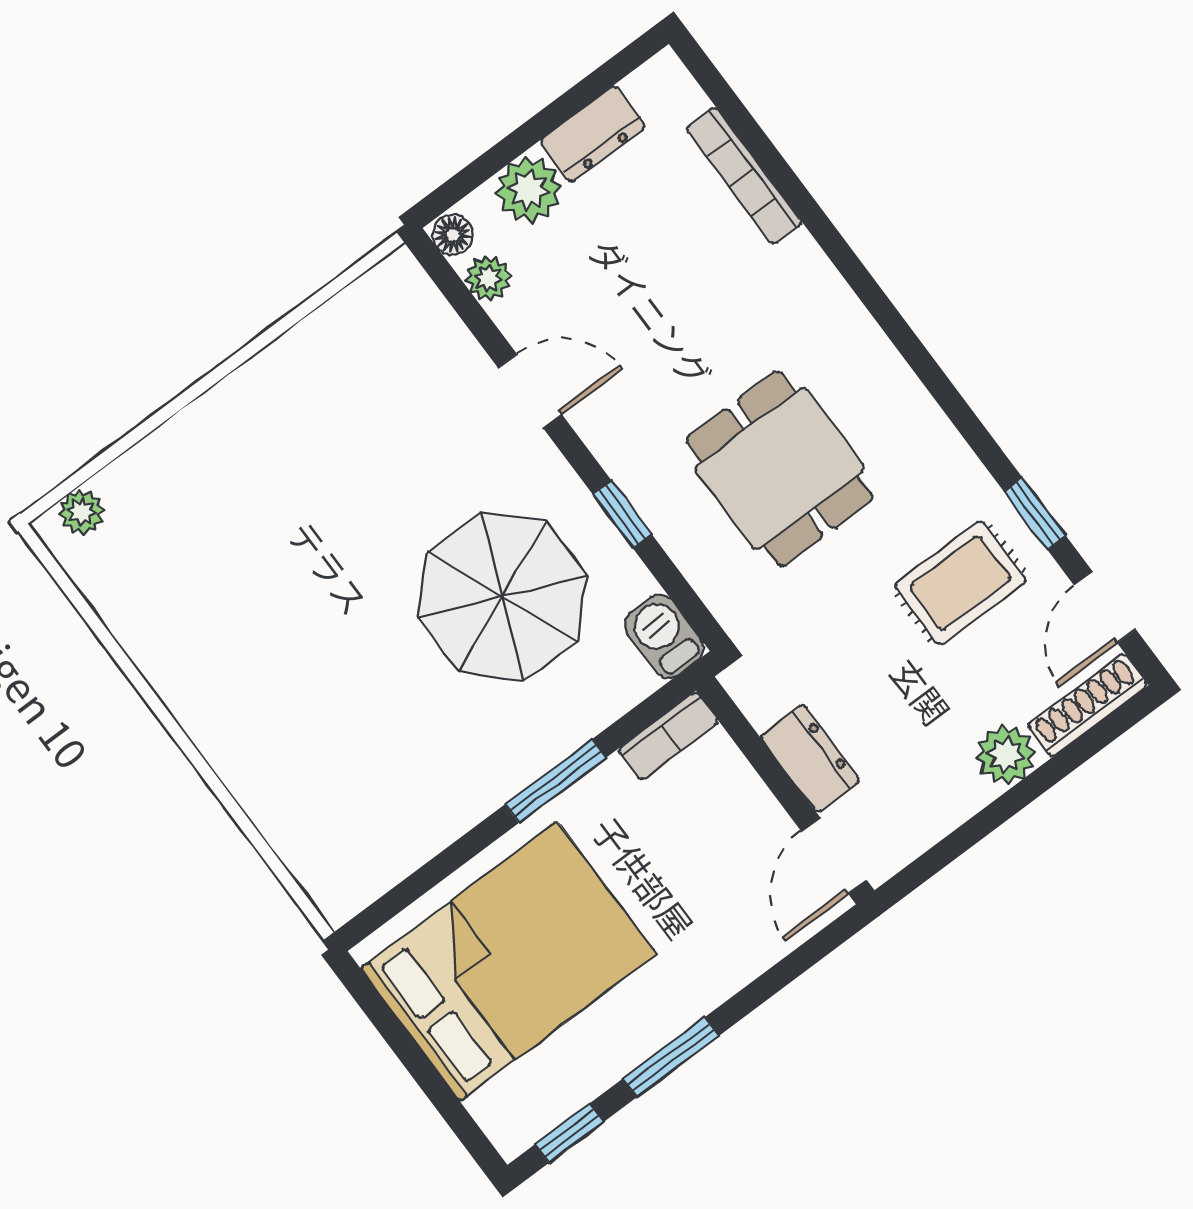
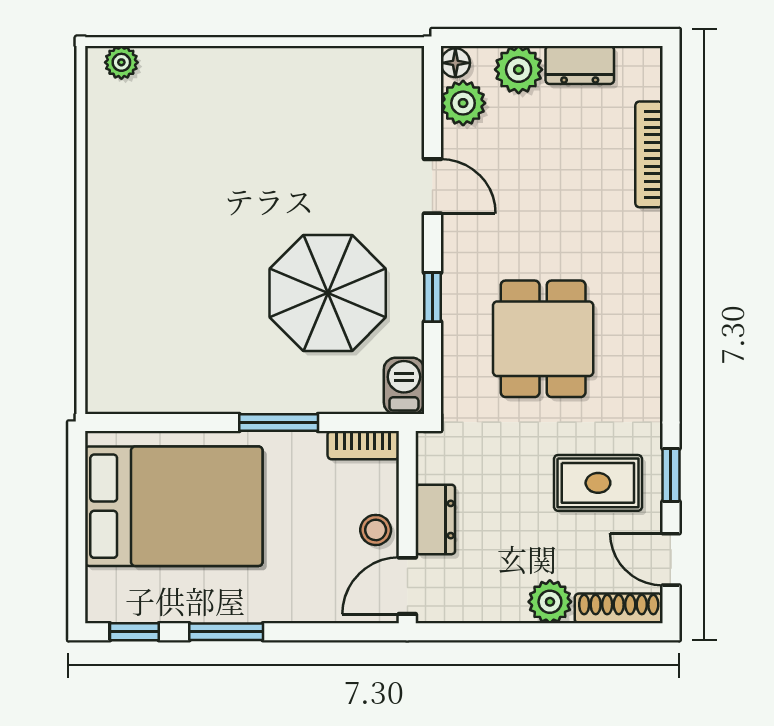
plant: (488, 278) -> (463, 103), width x1.38, depth x1.38
door: (1105, 607) -> (671, 559), hinge flipped
stool: (752, 820) -> (376, 530), added

